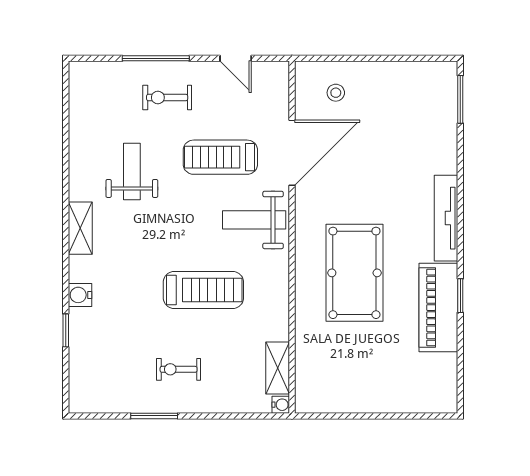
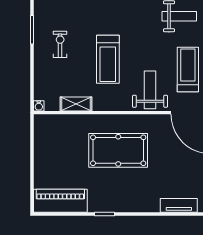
tv unit: (446, 218) -> (179, 205), moved, width x0.71
piano: (438, 308) -> (60, 201), moved
shelving: (278, 368) -> (76, 104), moved

